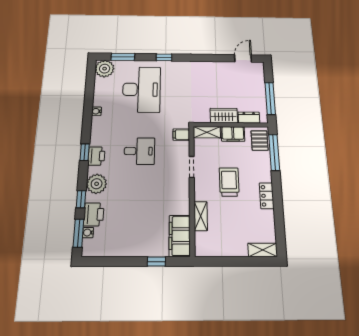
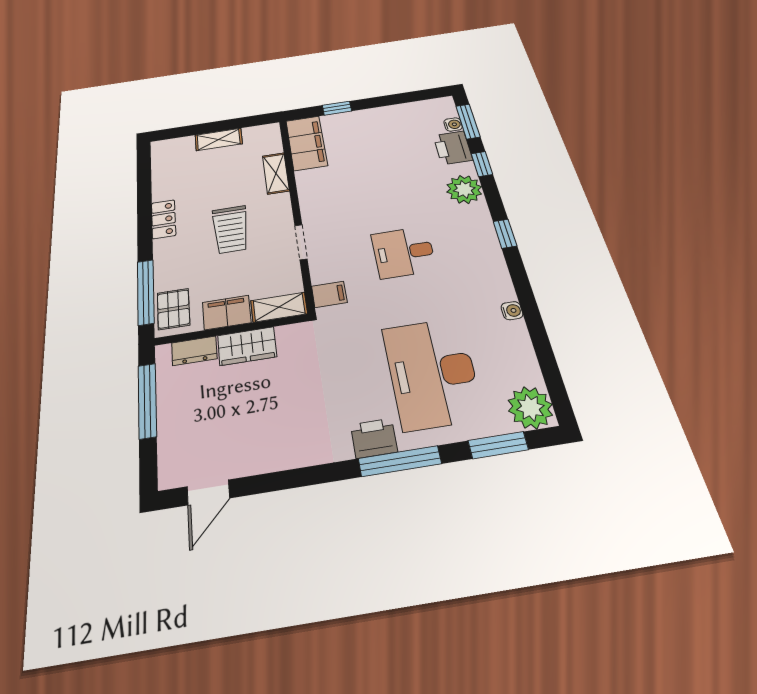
window: (164, 57) -> (400, 461), width x2.17
printer: (96, 156) -> (374, 438), moved, turned 90
shelving: (263, 250) -> (219, 139), moved

